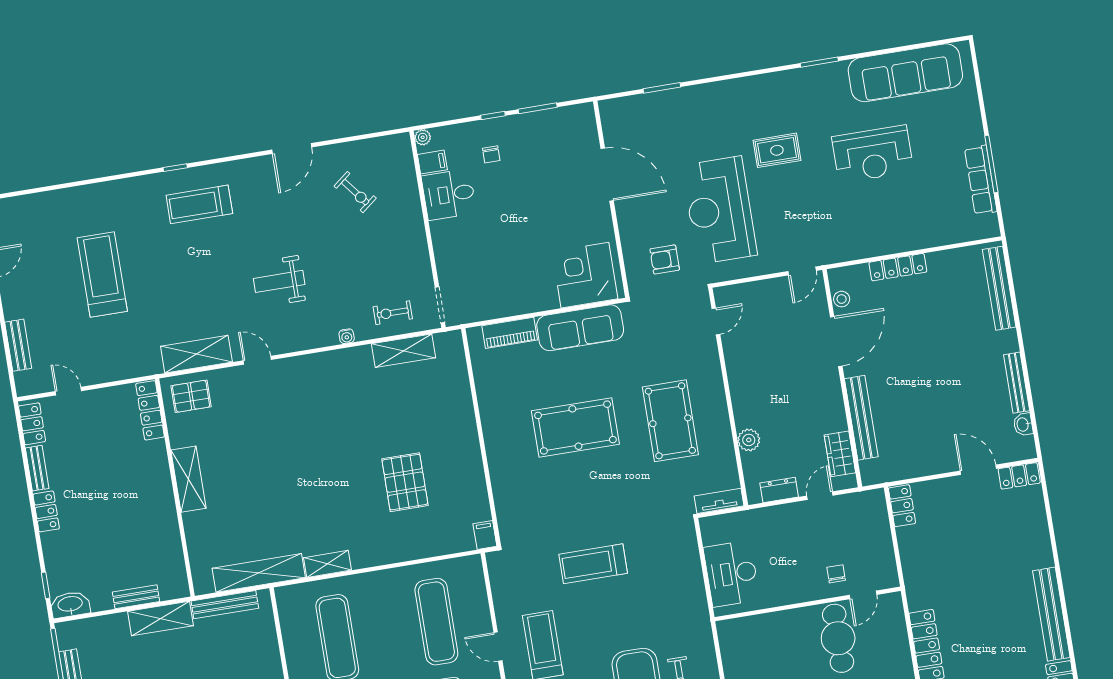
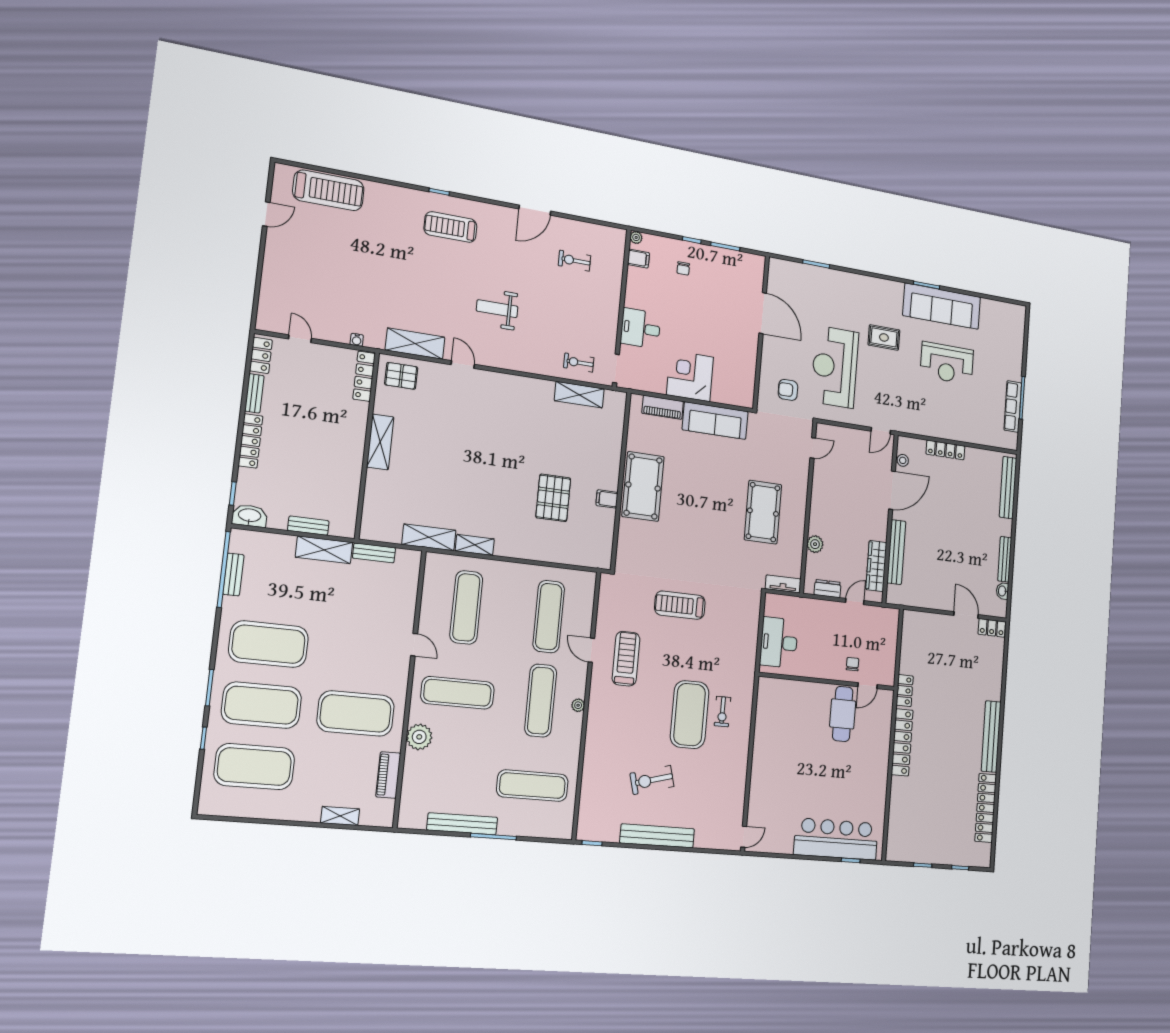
sofa: (905, 73) -> (942, 306), moved
exercise bike: (355, 192) -> (575, 261), turned 128
desk: (449, 194) -> (641, 328), moved
treadmill: (102, 274) -> (328, 190), moved, turned 90
corner desk: (585, 275) -> (690, 376), moved
water cooler: (347, 336) -> (357, 340), moved
bench: (18, 345) -> (268, 287), removed
pool table: (575, 428) -> (643, 487), moved, turned 90
wardrobe: (840, 454) -> (876, 566), width x1.50
locker: (902, 506) -> (905, 691), moved
locker: (46, 511) -> (251, 441), width x1.53
filing cabinet: (485, 535) -> (607, 499), moved, turned -90
shelving: (259, 573) -> (429, 537), width x0.68
bench: (225, 605) -> (374, 553), width x0.73

